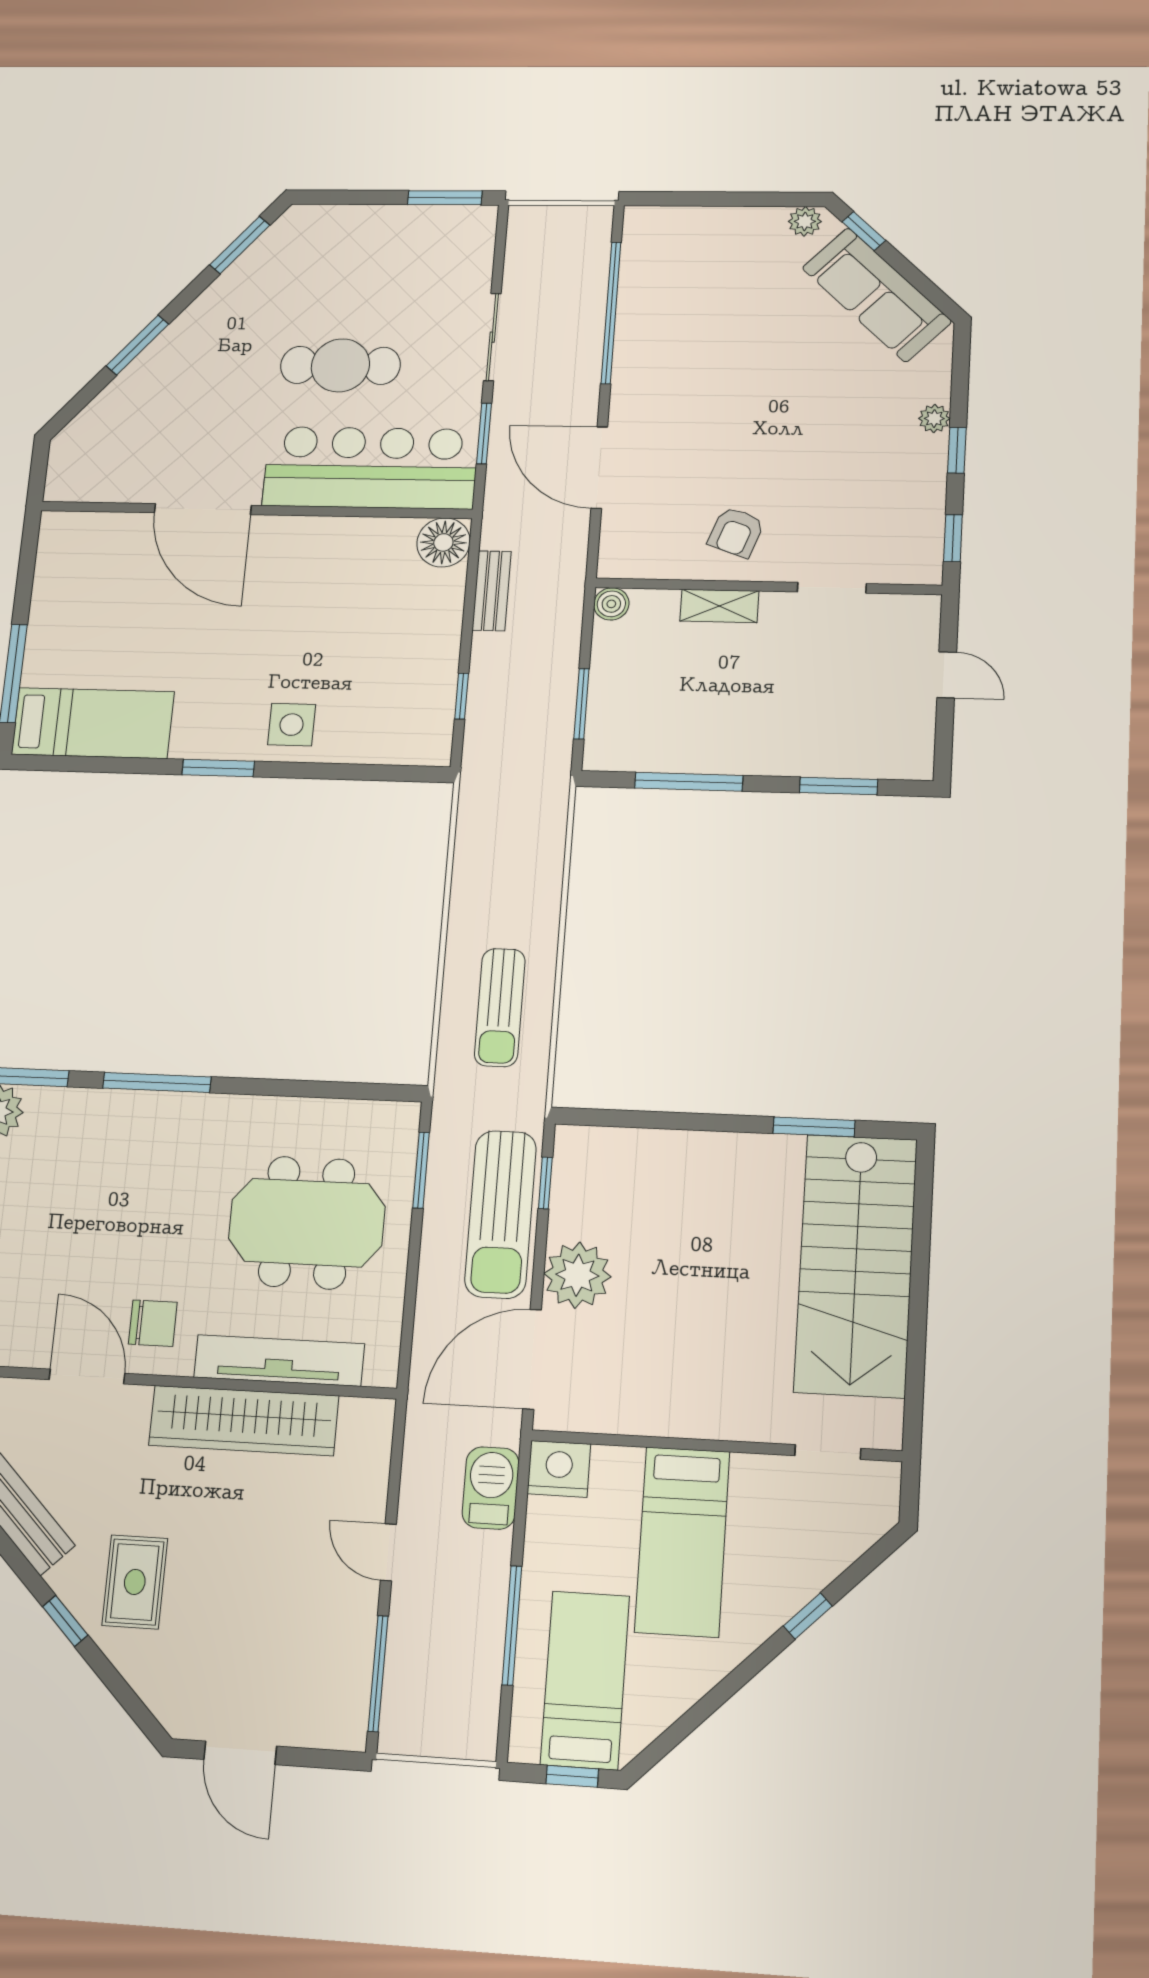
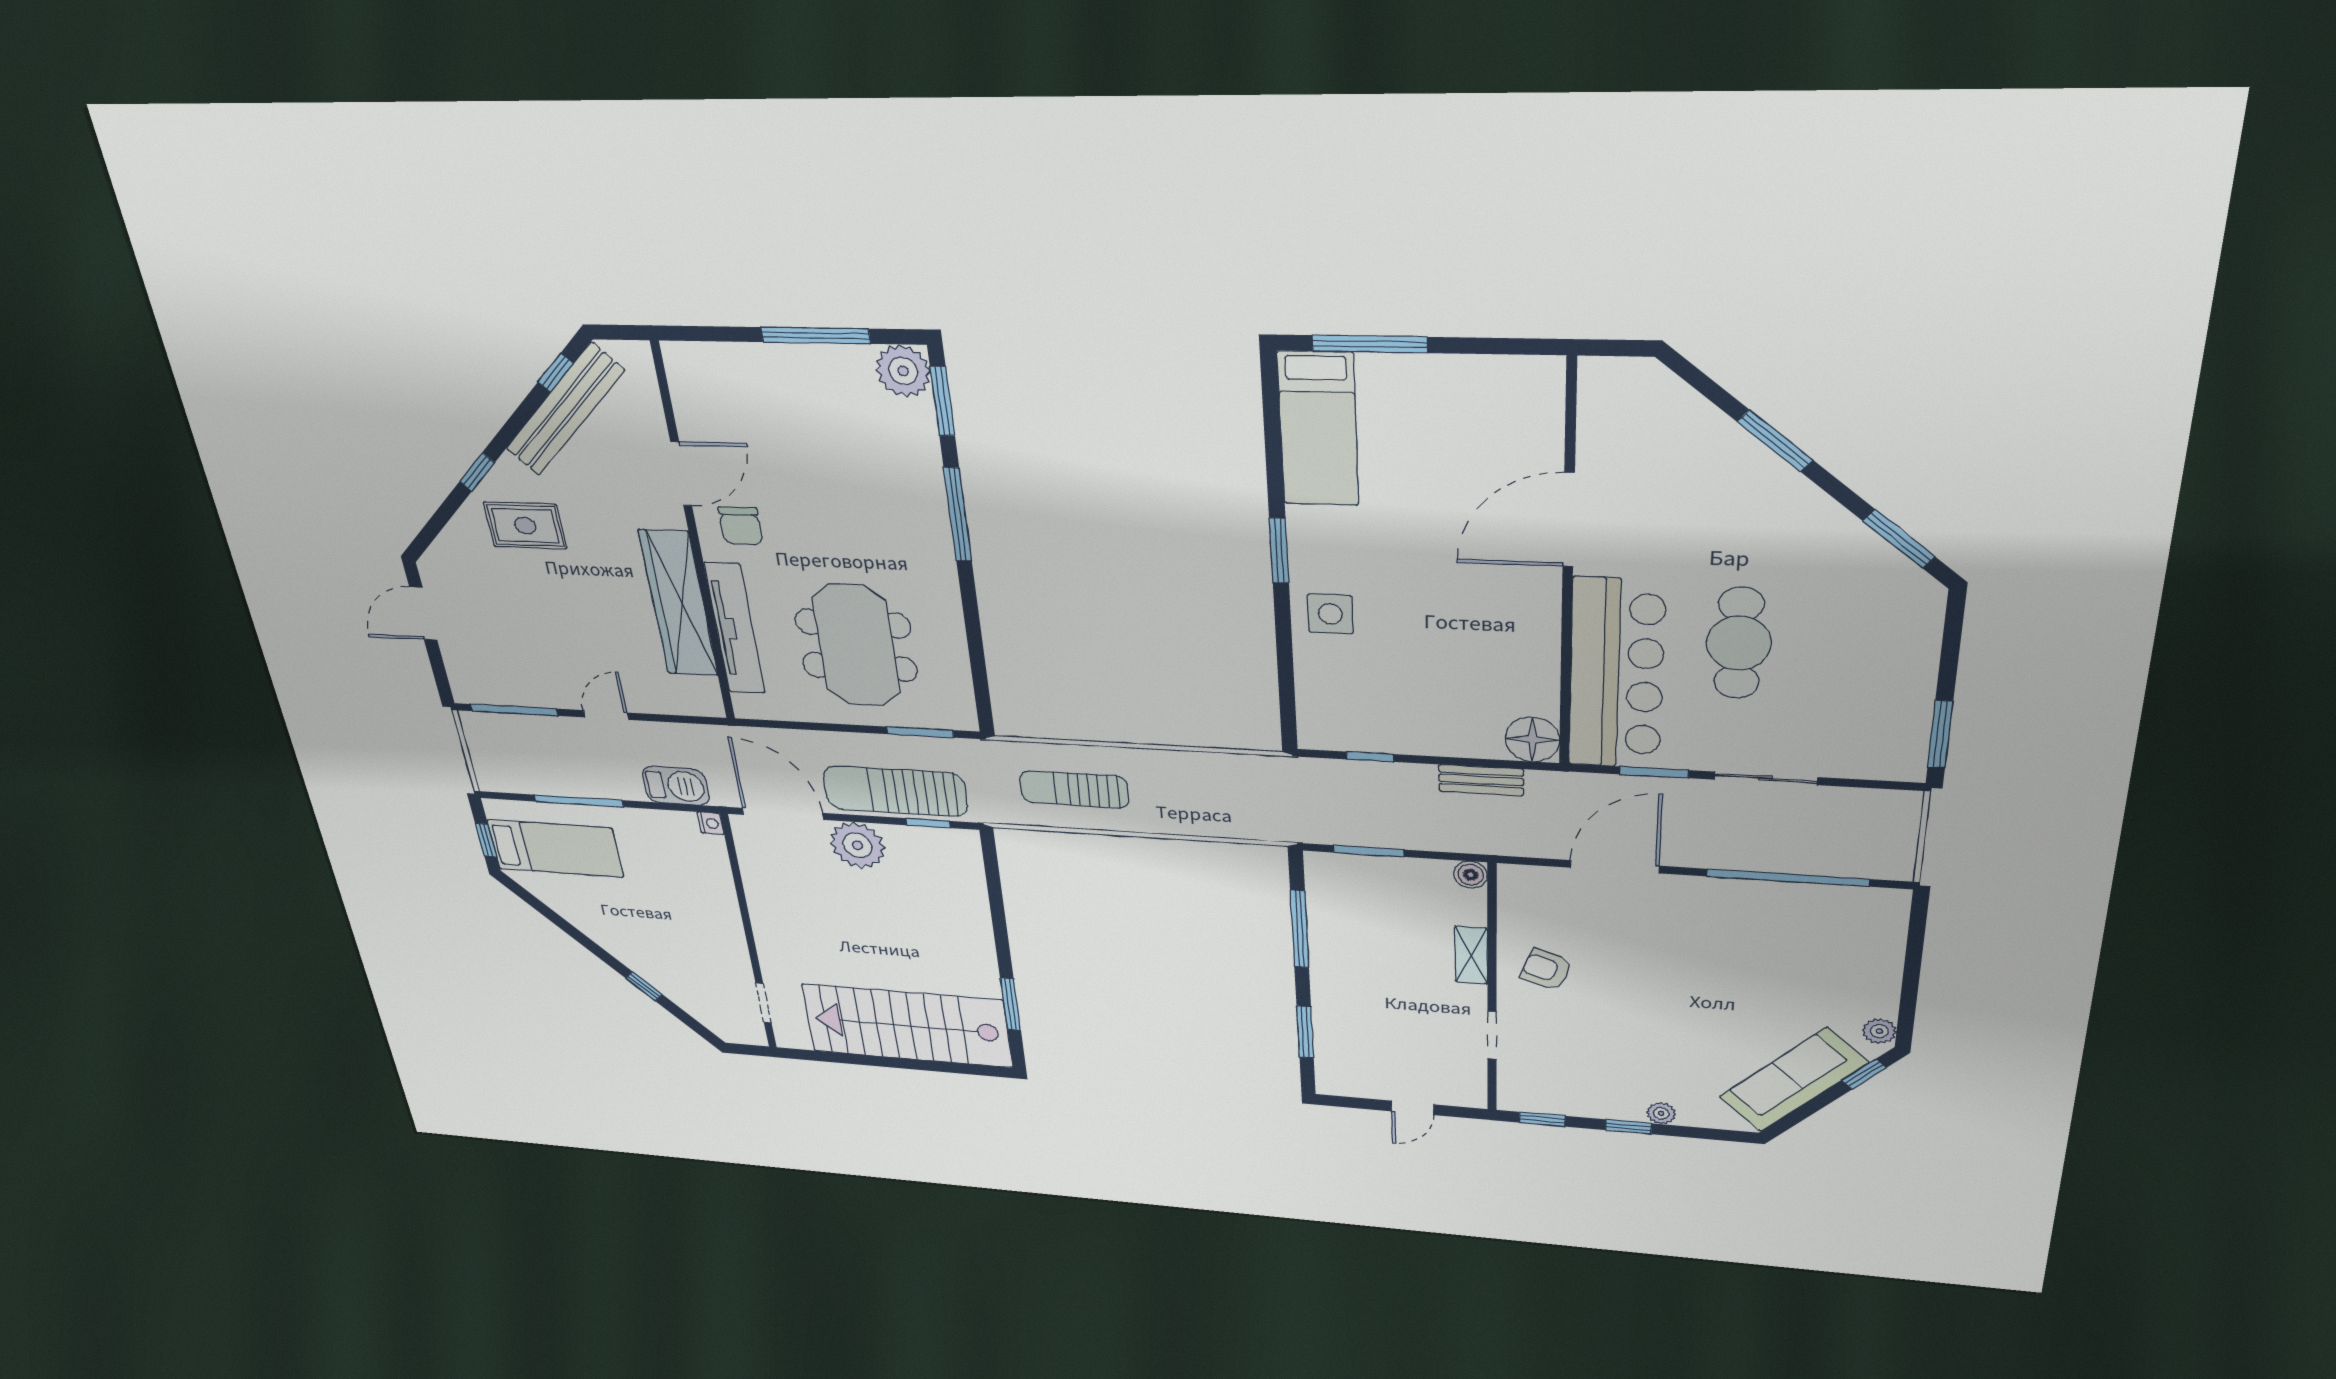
nightstand: (559, 1469) -> (710, 823), width x0.53, depth x0.56
bed: (682, 1542) -> (673, 912), removed

